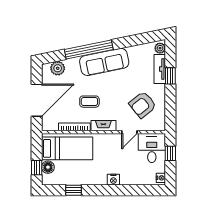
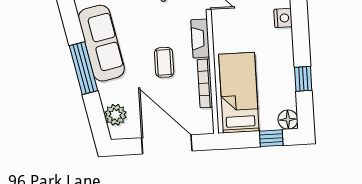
window: (89, 50) -> (84, 68), width x0.68
floor lamp: (48, 167) -> (288, 120), moved

